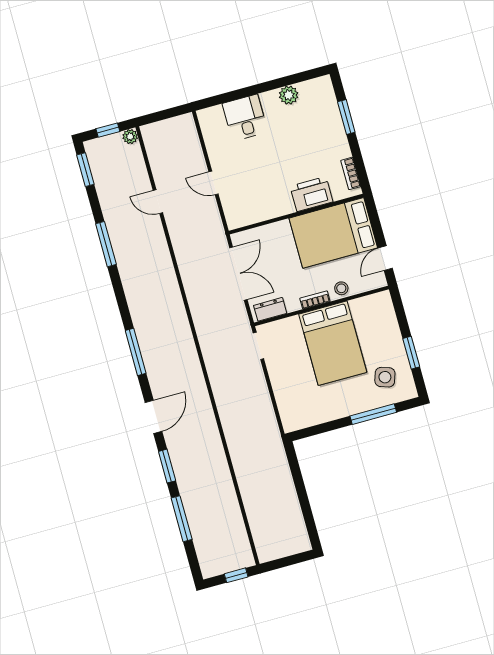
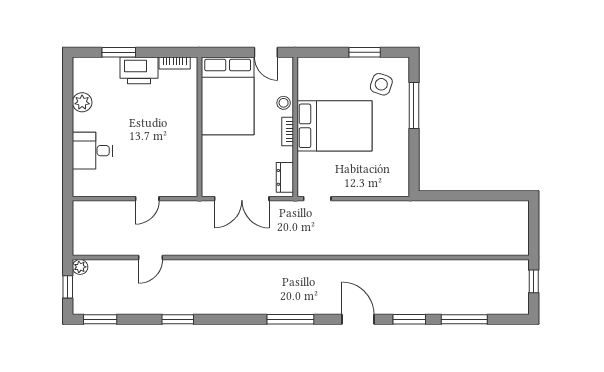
printer: (311, 194) -> (139, 70), moved, turned -90
window: (106, 244) -> (178, 319), width x0.69
double door: (238, 274) -> (242, 199), swing flipped

